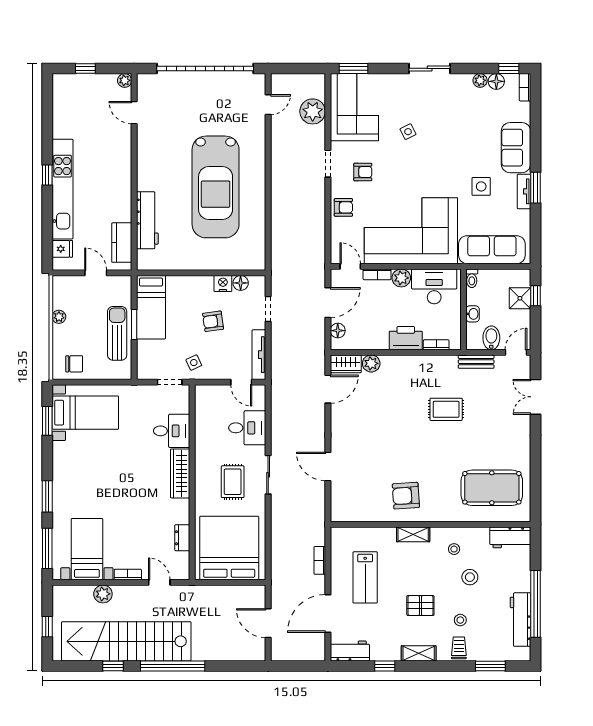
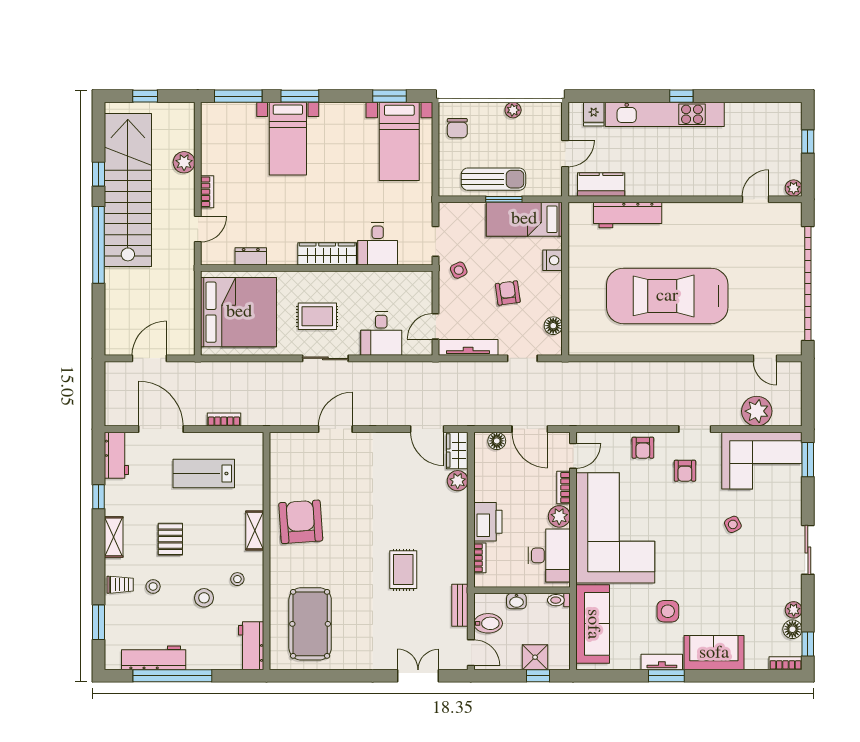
nightstand: (223, 283) -> (553, 260), moved
armchair: (406, 496) -> (301, 522), width x1.36, depth x1.36
bed with nightstands: (87, 549) -> (288, 139), moved, turned 90

